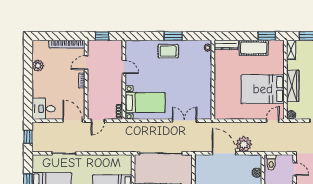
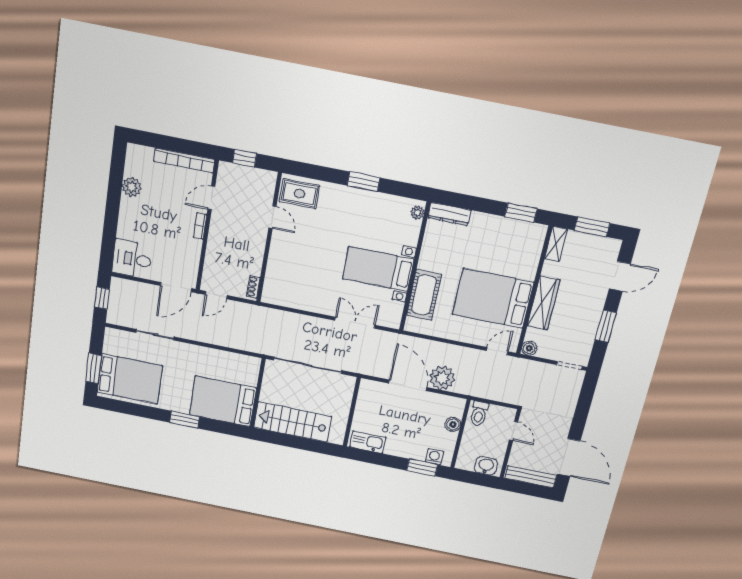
cot: (254, 48) -> (424, 295), moved, turned 90
rug: (168, 51) -> (300, 194), moved
bed with nightstands: (145, 103) -> (378, 269), moved, turned 180
door: (73, 121) -> (176, 287), swing flipped

